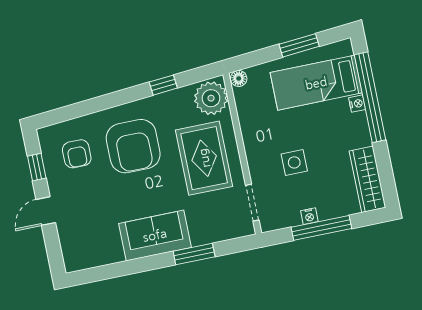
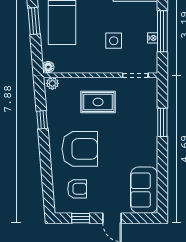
plant: (211, 98) -> (52, 83), width x0.53, depth x0.53
rug: (204, 158) -> (98, 102), width x0.73, depth x0.70
sofa: (155, 235) -> (144, 190), moved

